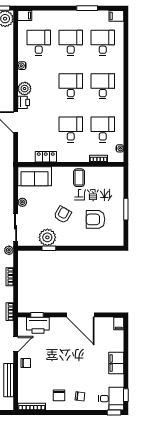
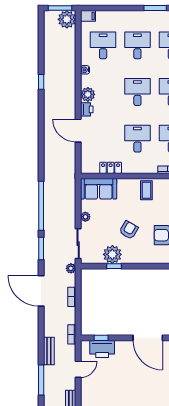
chair: (26, 363) -> (89, 390), removed

